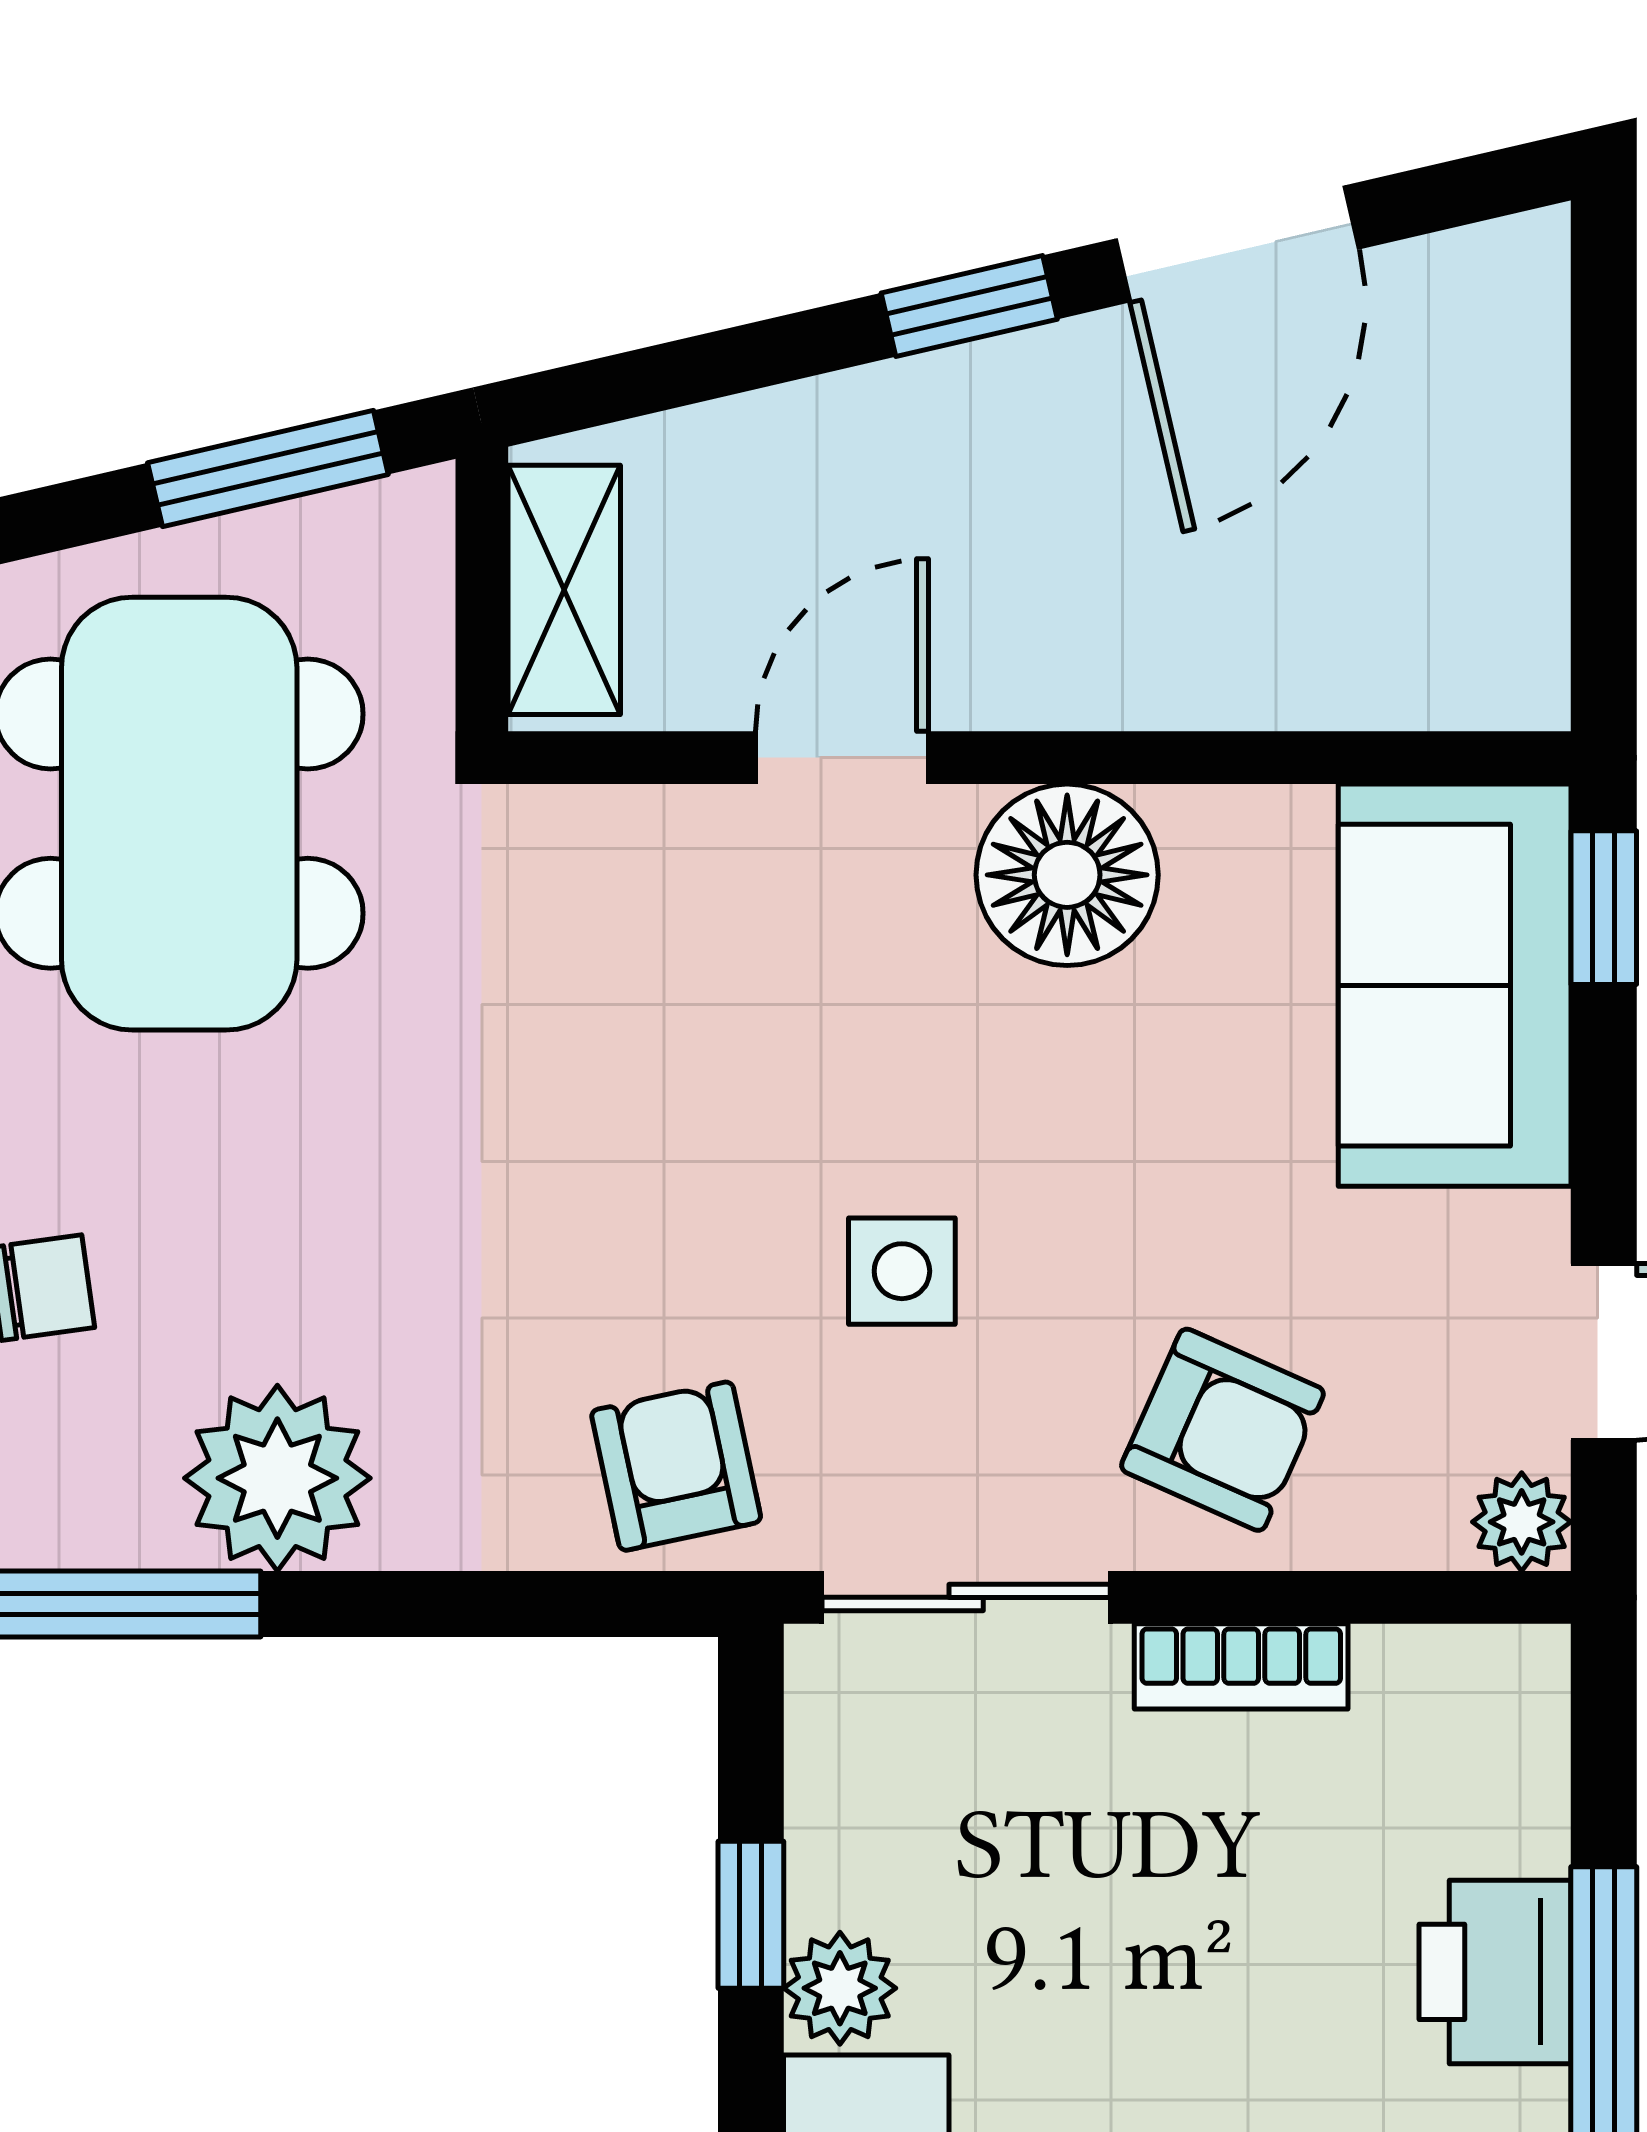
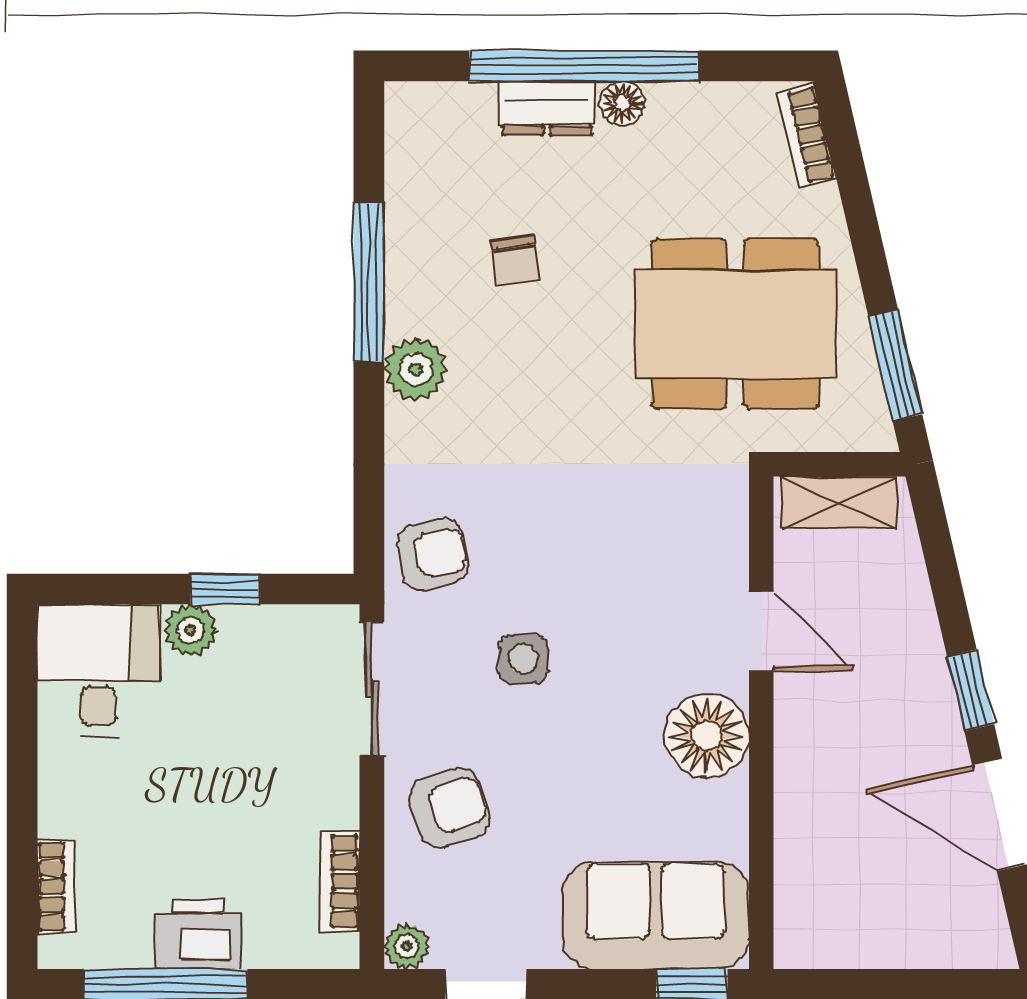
armchair: (1222, 1430) -> (450, 808), turned -133
plant: (277, 1478) -> (416, 369), width x0.73, depth x0.73
bookcase: (1241, 1666) -> (340, 881), moved

